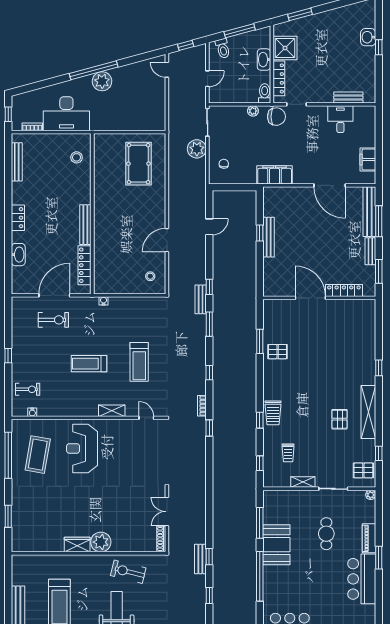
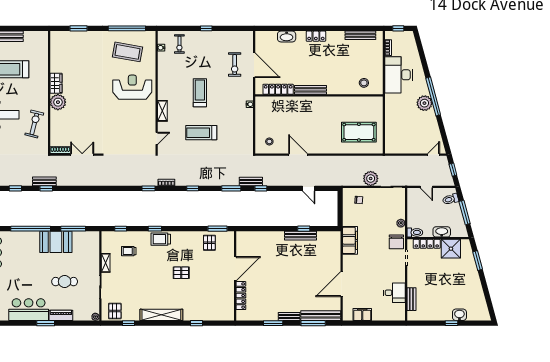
locker: (344, 290) -> (241, 296), moved
door: (310, 298) -> (235, 269), moved
wall: (319, 298) -> (235, 276), moved
pallet: (340, 419) -> (181, 273), moved

